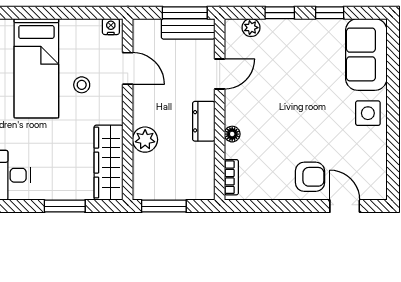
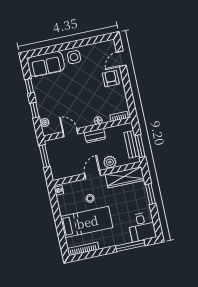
bench: (188, 29) -> (132, 144), moved
door: (128, 68) -> (93, 175), moved

